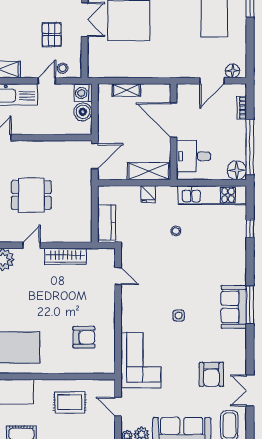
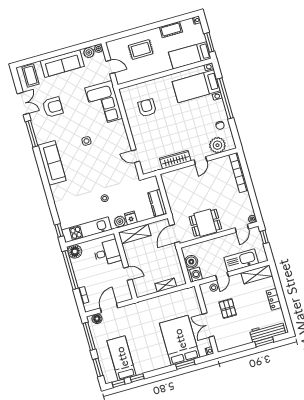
window: (250, 50) -> (89, 336), added
door: (173, 120) -> (128, 274), width x0.53
plant: (164, 194) -> (120, 222), added
dining table: (31, 195) -> (205, 223), moved
kitchen counter: (107, 222) -> (157, 203), moved
window: (250, 229) -> (59, 230), moved
window: (250, 305) -> (32, 134), moved
sofa: (234, 307) -> (52, 163), width x1.36
armchair: (84, 337) -> (147, 108), turned 90
armchair: (211, 374) -> (53, 107), turned 90
rug: (70, 402) -> (141, 50), moved

